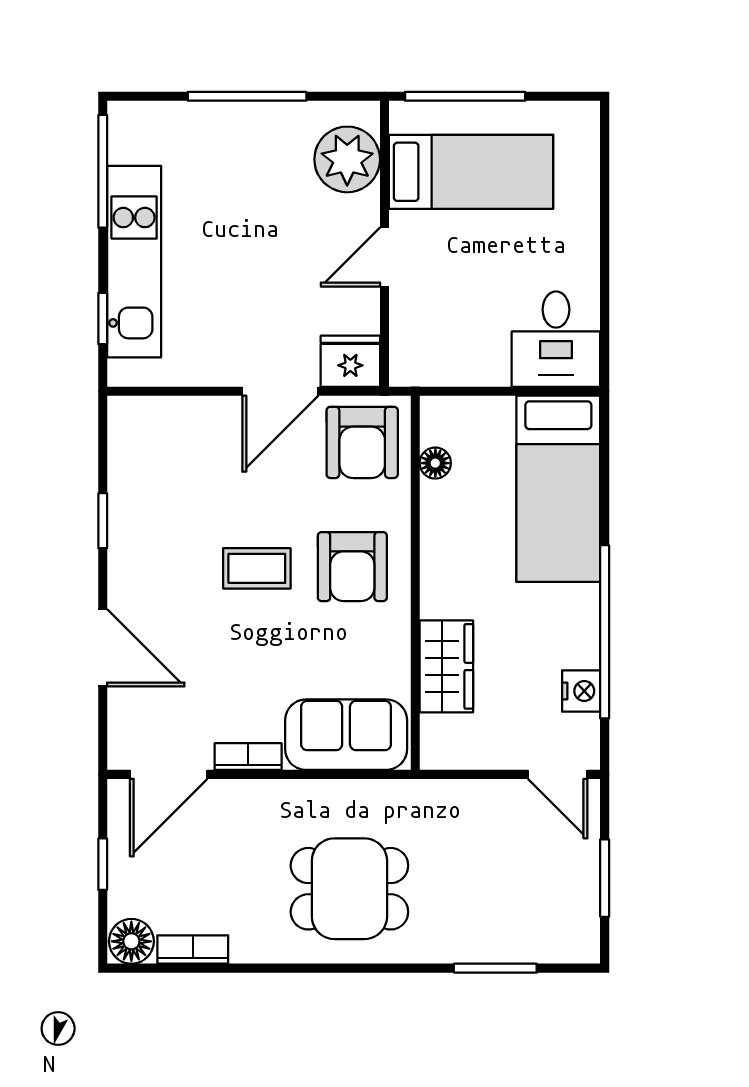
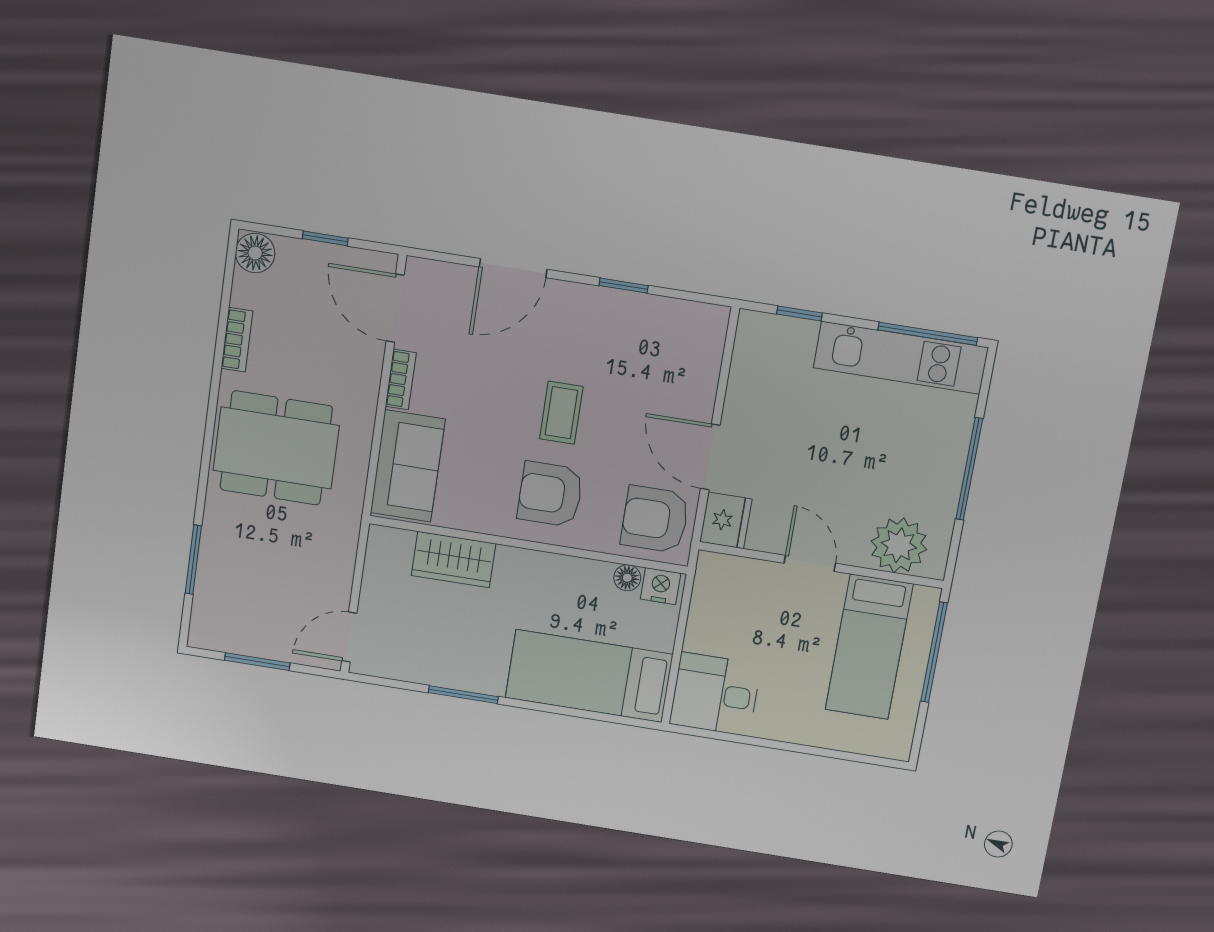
kitchen unit: (134, 262) -> (901, 358), moved
window: (605, 632) -> (463, 695), width x0.47
nightstand: (581, 691) -> (661, 586), moved, turned 180
dining table: (349, 889) -> (276, 448), width x1.38
bookcase: (193, 950) -> (237, 340), moved

